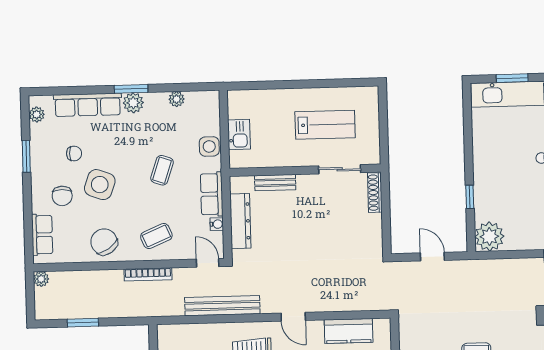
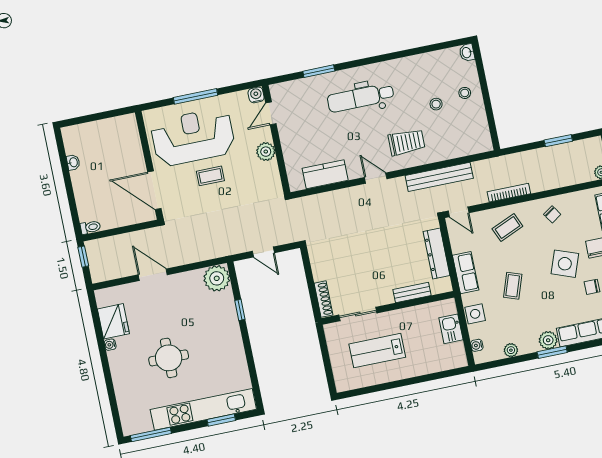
water cooler: (217, 224) -> (477, 345), moved
chair: (104, 242) -> (552, 214), width x0.54, depth x0.54

